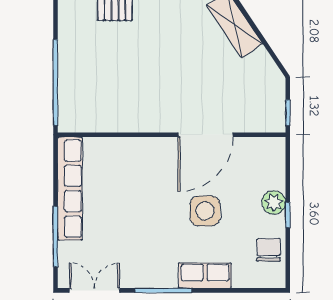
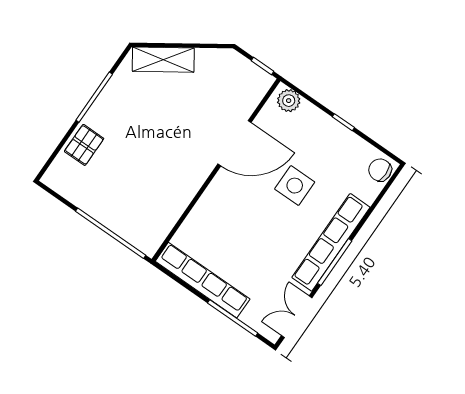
door: (205, 135) -> (235, 143), hinge flipped
plant: (274, 202) -> (289, 101), moved
chair: (269, 250) -> (380, 170), moved
row of seats: (205, 276) -> (331, 242), width x2.02

